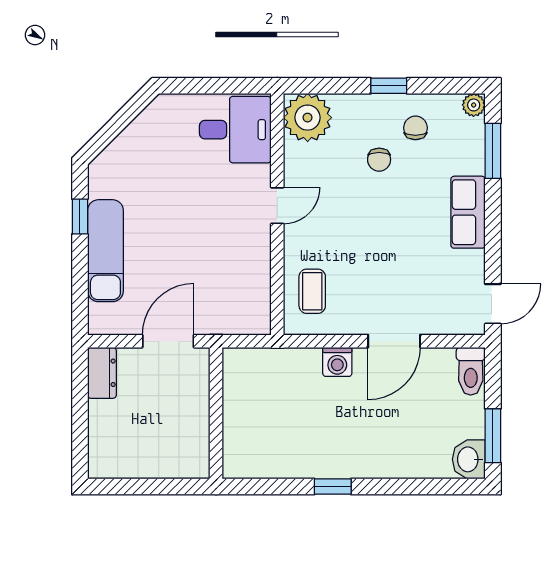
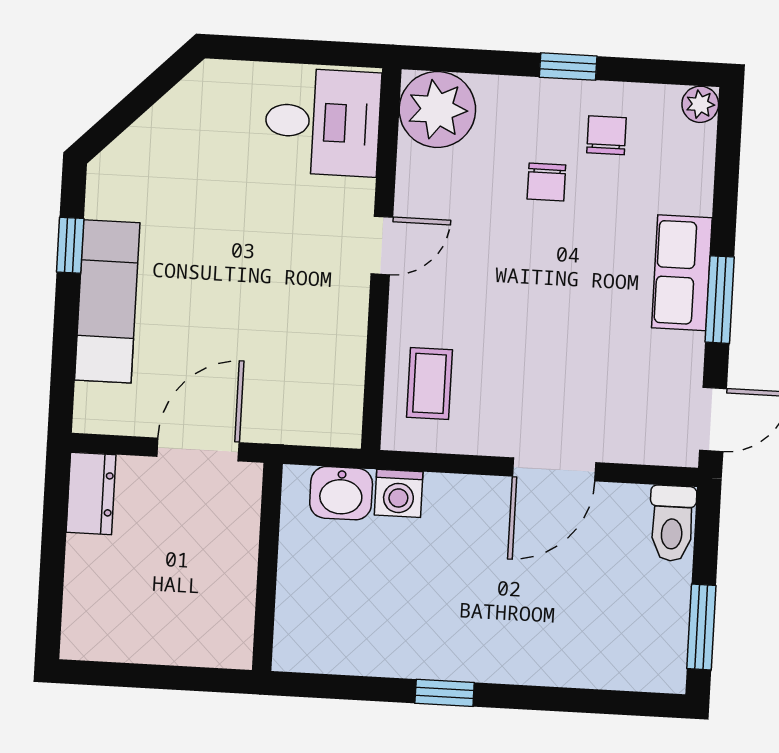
window: (493, 151) -> (720, 300), moved
washing machine: (337, 362) -> (399, 493), moved
washbasin: (469, 459) -> (341, 493), moved, turned -90

